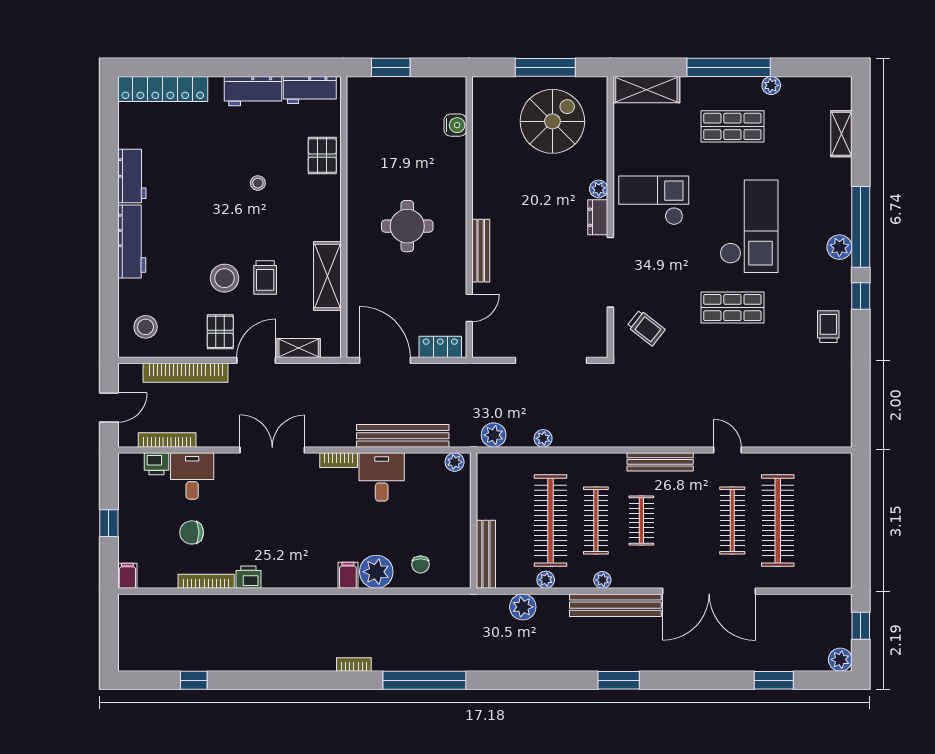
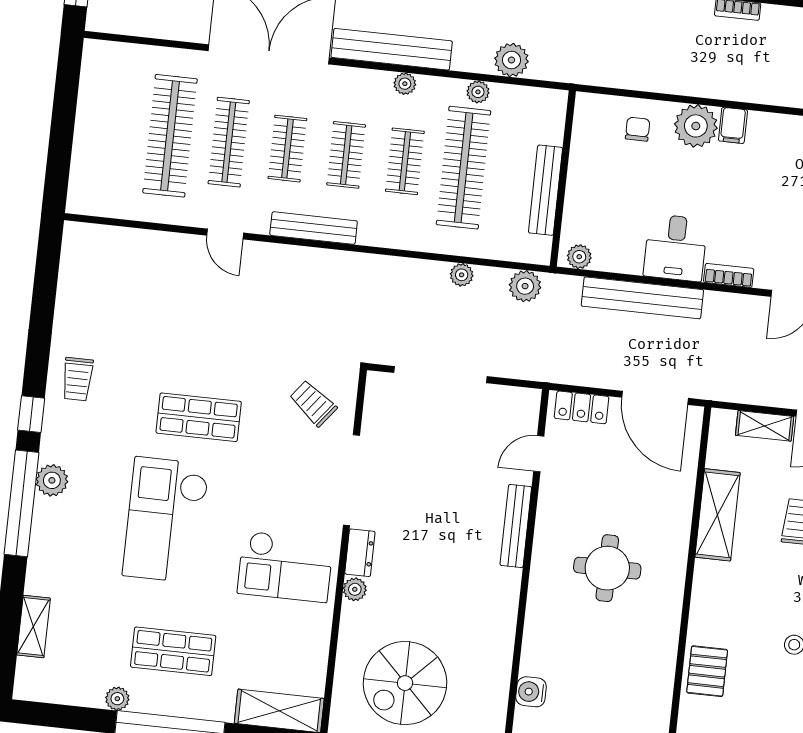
clothes rail: (596, 521) -> (405, 161), width x0.73
clothes rail: (687, 521) -> (287, 149), added
bench: (486, 554) -> (545, 190), moved

